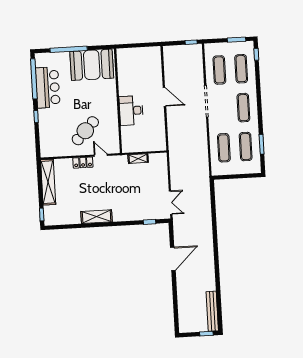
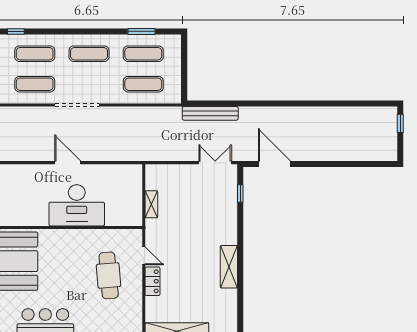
door: (164, 97) -> (68, 163), hinge flipped
desk: (131, 111) -> (77, 205), width x1.36, depth x1.30
cafe table: (85, 131) -> (109, 275), turned 41
door: (101, 155) -> (144, 256), swing flipped
door: (173, 259) -> (274, 164), moved
bench: (212, 311) -> (210, 113), moved

